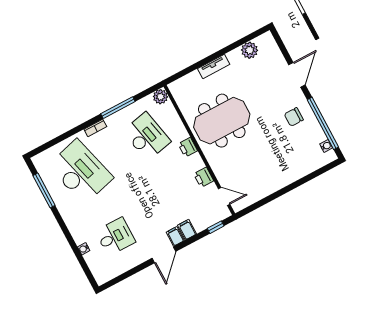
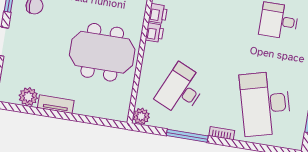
tv unit: (214, 67) -> (56, 104), moved
desk: (147, 136) -> (181, 90), turned 36
printer: (188, 147) -> (154, 33), moved

